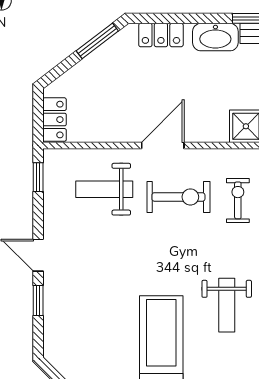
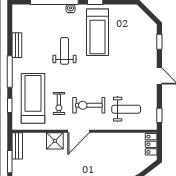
door: (163, 145) -> (79, 131), moved
window: (38, 301) -> (159, 42), moved

